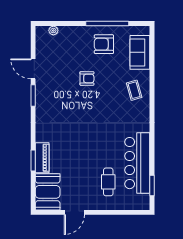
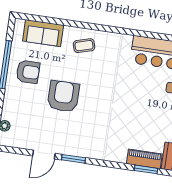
armchair: (104, 44) -> (28, 72), turned -90
armchair: (87, 78) -> (63, 96), width x1.88, depth x1.88

